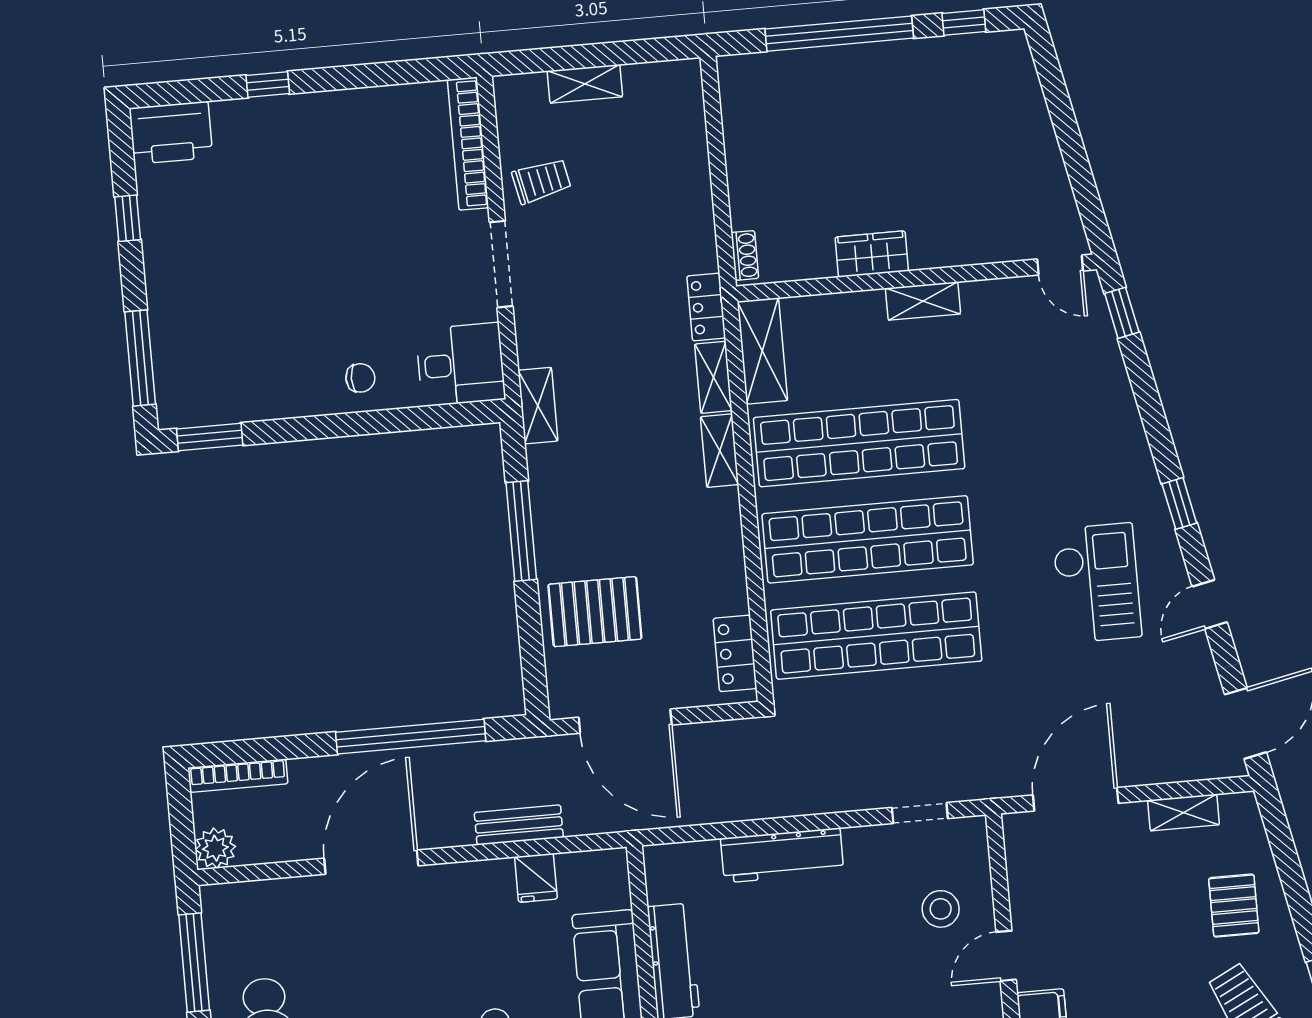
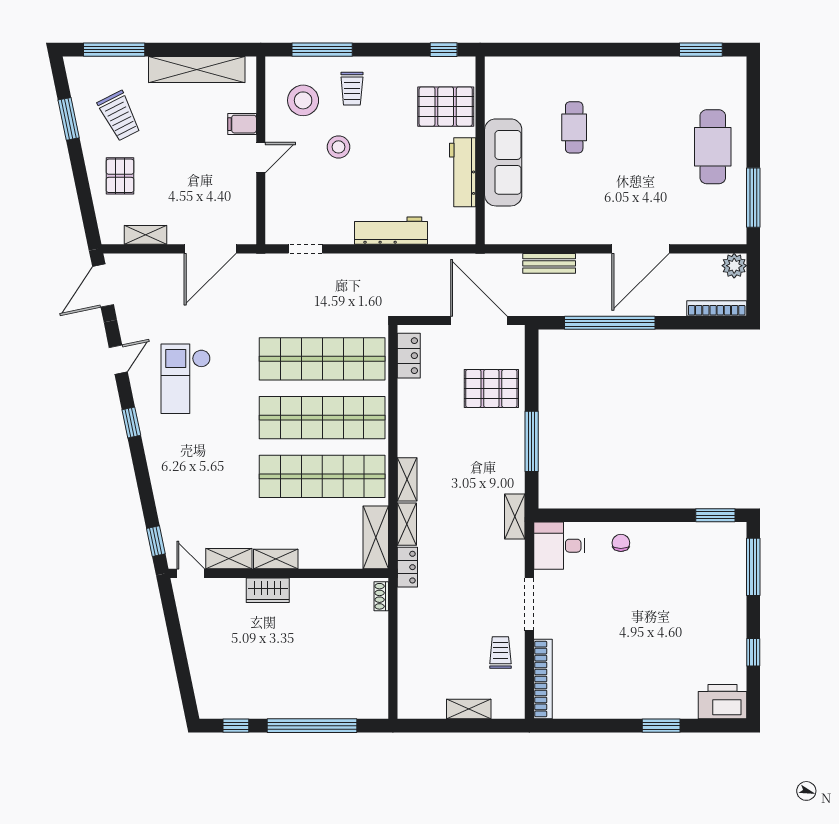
window: (268, 85) -> (661, 726), width x1.50
trolley: (541, 181) -> (500, 652), turned 102
wardrobe: (872, 254) -> (268, 590), moved
shelving: (1000, 295) -> (229, 559), added
chair: (360, 378) -> (621, 543), turned 90
fridge: (536, 878) -> (542, 230), removed
stool: (941, 909) -> (339, 147), moved

